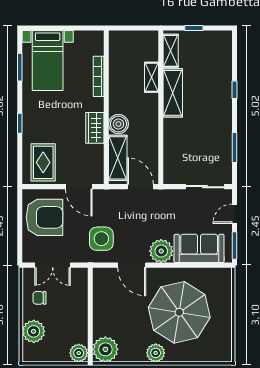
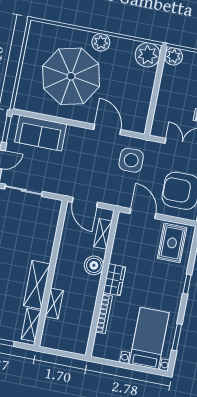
wardrobe: (95, 128) -> (114, 280), moved
shelving: (118, 158) -> (103, 234), width x0.67, depth x0.75
plant: (161, 251) -> (77, 138), removed

